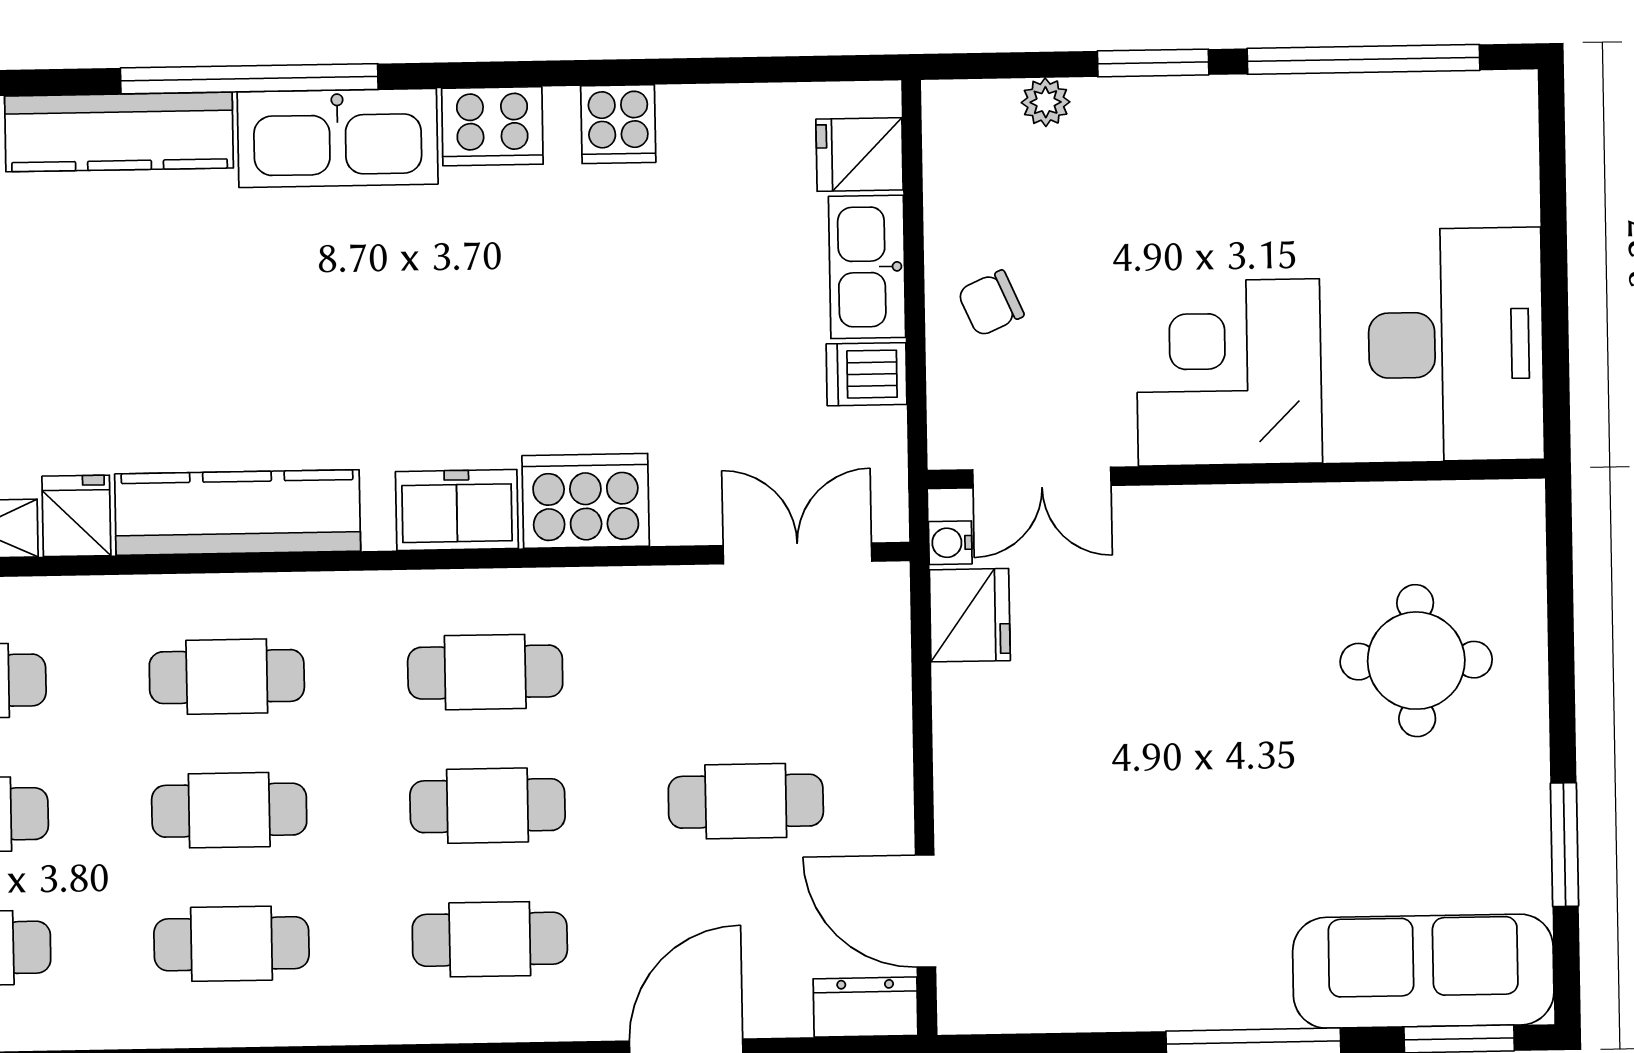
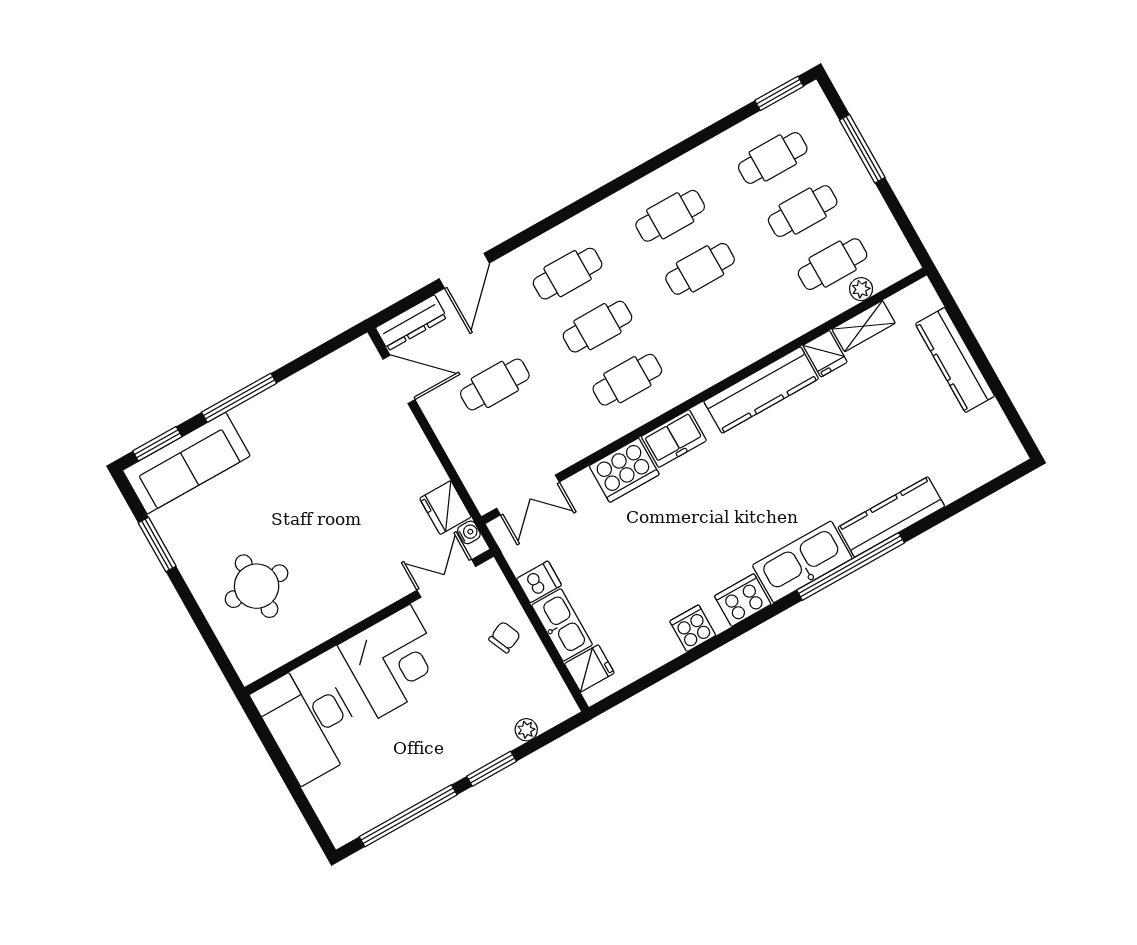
cafe table: (227, 677) -> (730, 322), removed
dresser: (866, 1007) -> (411, 323), width x1.44

